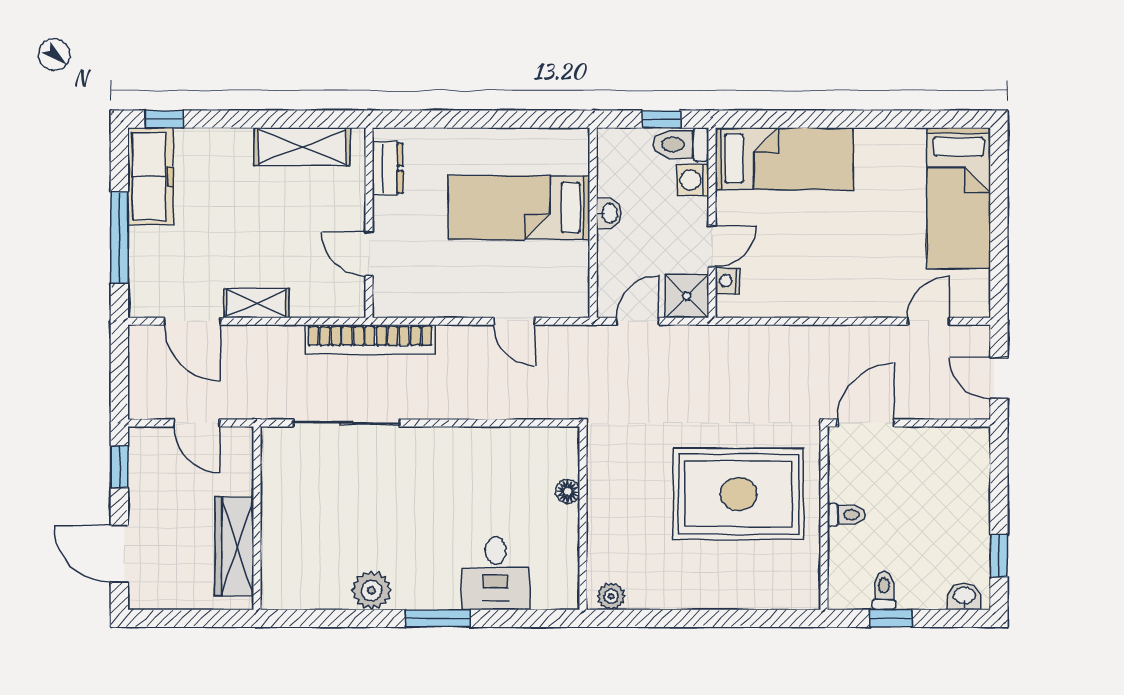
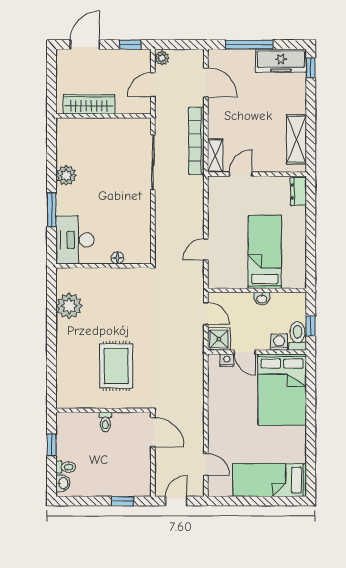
bed: (784, 159) -> (282, 390), width x1.50
dresser: (388, 168) -> (298, 191), moved, turned 90
shelving: (256, 303) -> (215, 156), moved
door: (192, 321) -> (206, 82), swing flipped
bookcase: (370, 339) -> (196, 141), moved
plant: (145, 406) -> (162, 58), added
floor lamp: (568, 492) -> (117, 258), moved
rug: (739, 494) -> (116, 366), width x0.73, depth x0.69
wall: (583, 518) -> (104, 266), moved
window: (999, 556) -> (123, 501), moved
desk: (496, 573) -> (75, 240), width x1.37
toilet: (884, 591) -> (66, 467), moved
plant: (611, 596) -> (69, 306), width x1.88, depth x1.88

